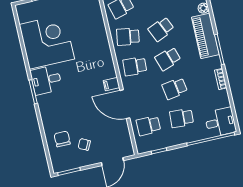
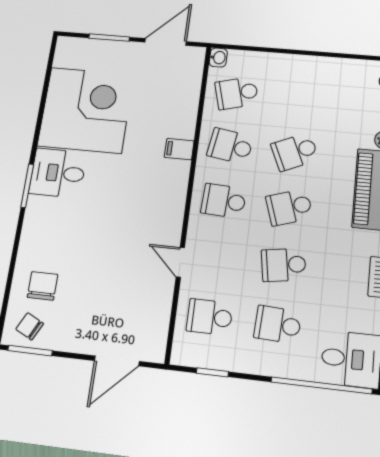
filing cabinet: (111, 84) -> (179, 149), moved
door: (125, 104) -> (180, 262), width x0.53
chair: (84, 144) -> (30, 326), moved

